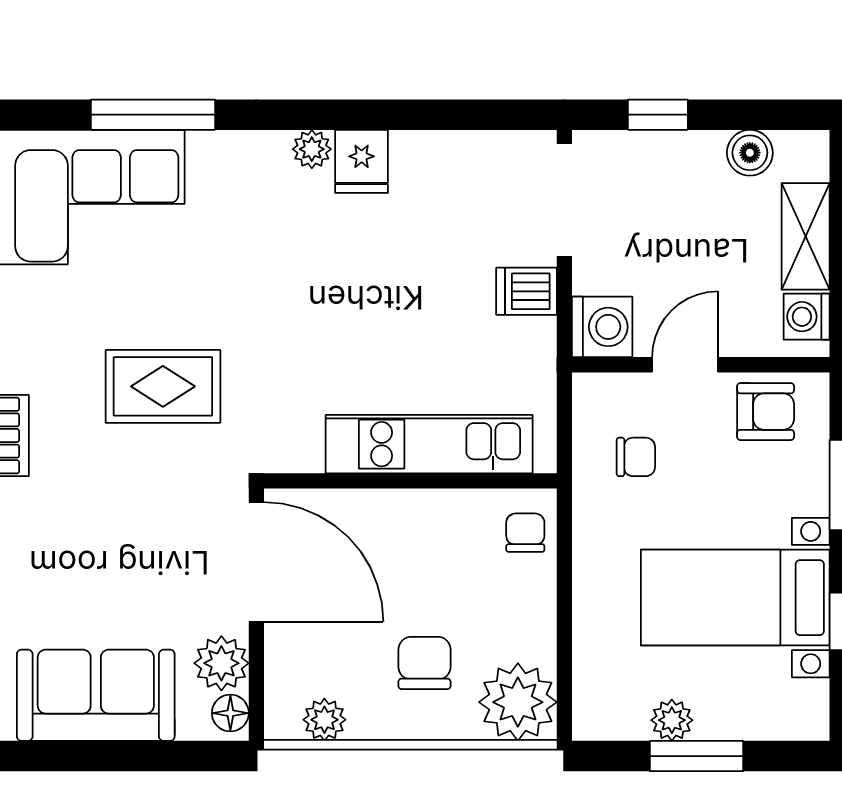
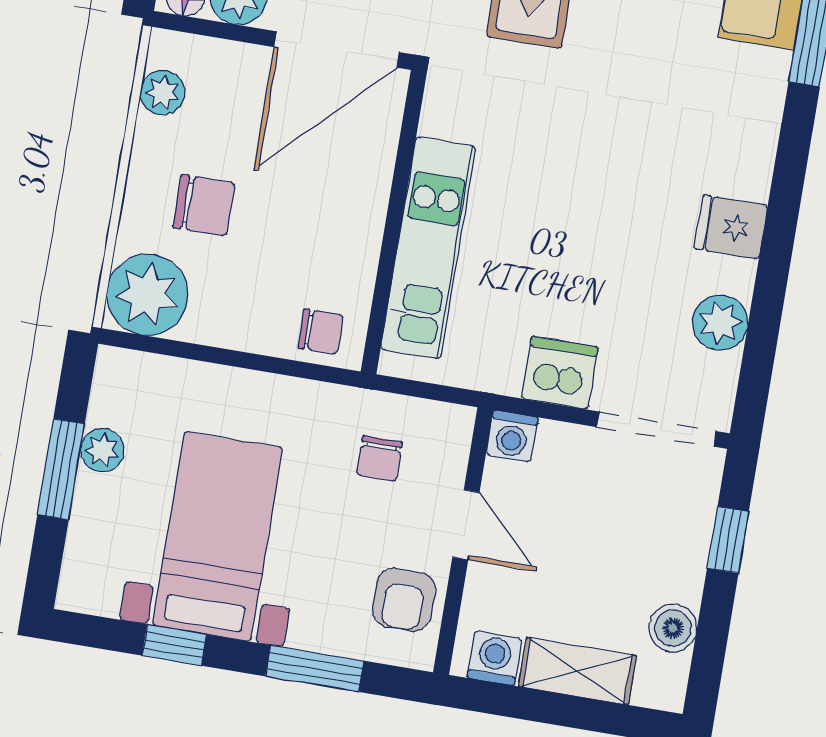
plant: (312, 149) -> (720, 323), moved, width x1.38, depth x1.38
dishwasher: (526, 291) -> (560, 373), width x1.38
washing machine: (602, 327) -> (512, 436), width x0.73, depth x0.73

